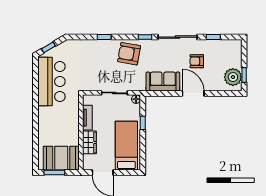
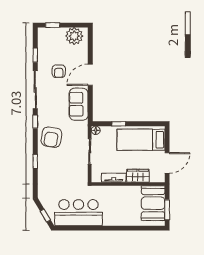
window: (244, 75) -> (53, 25), moved

